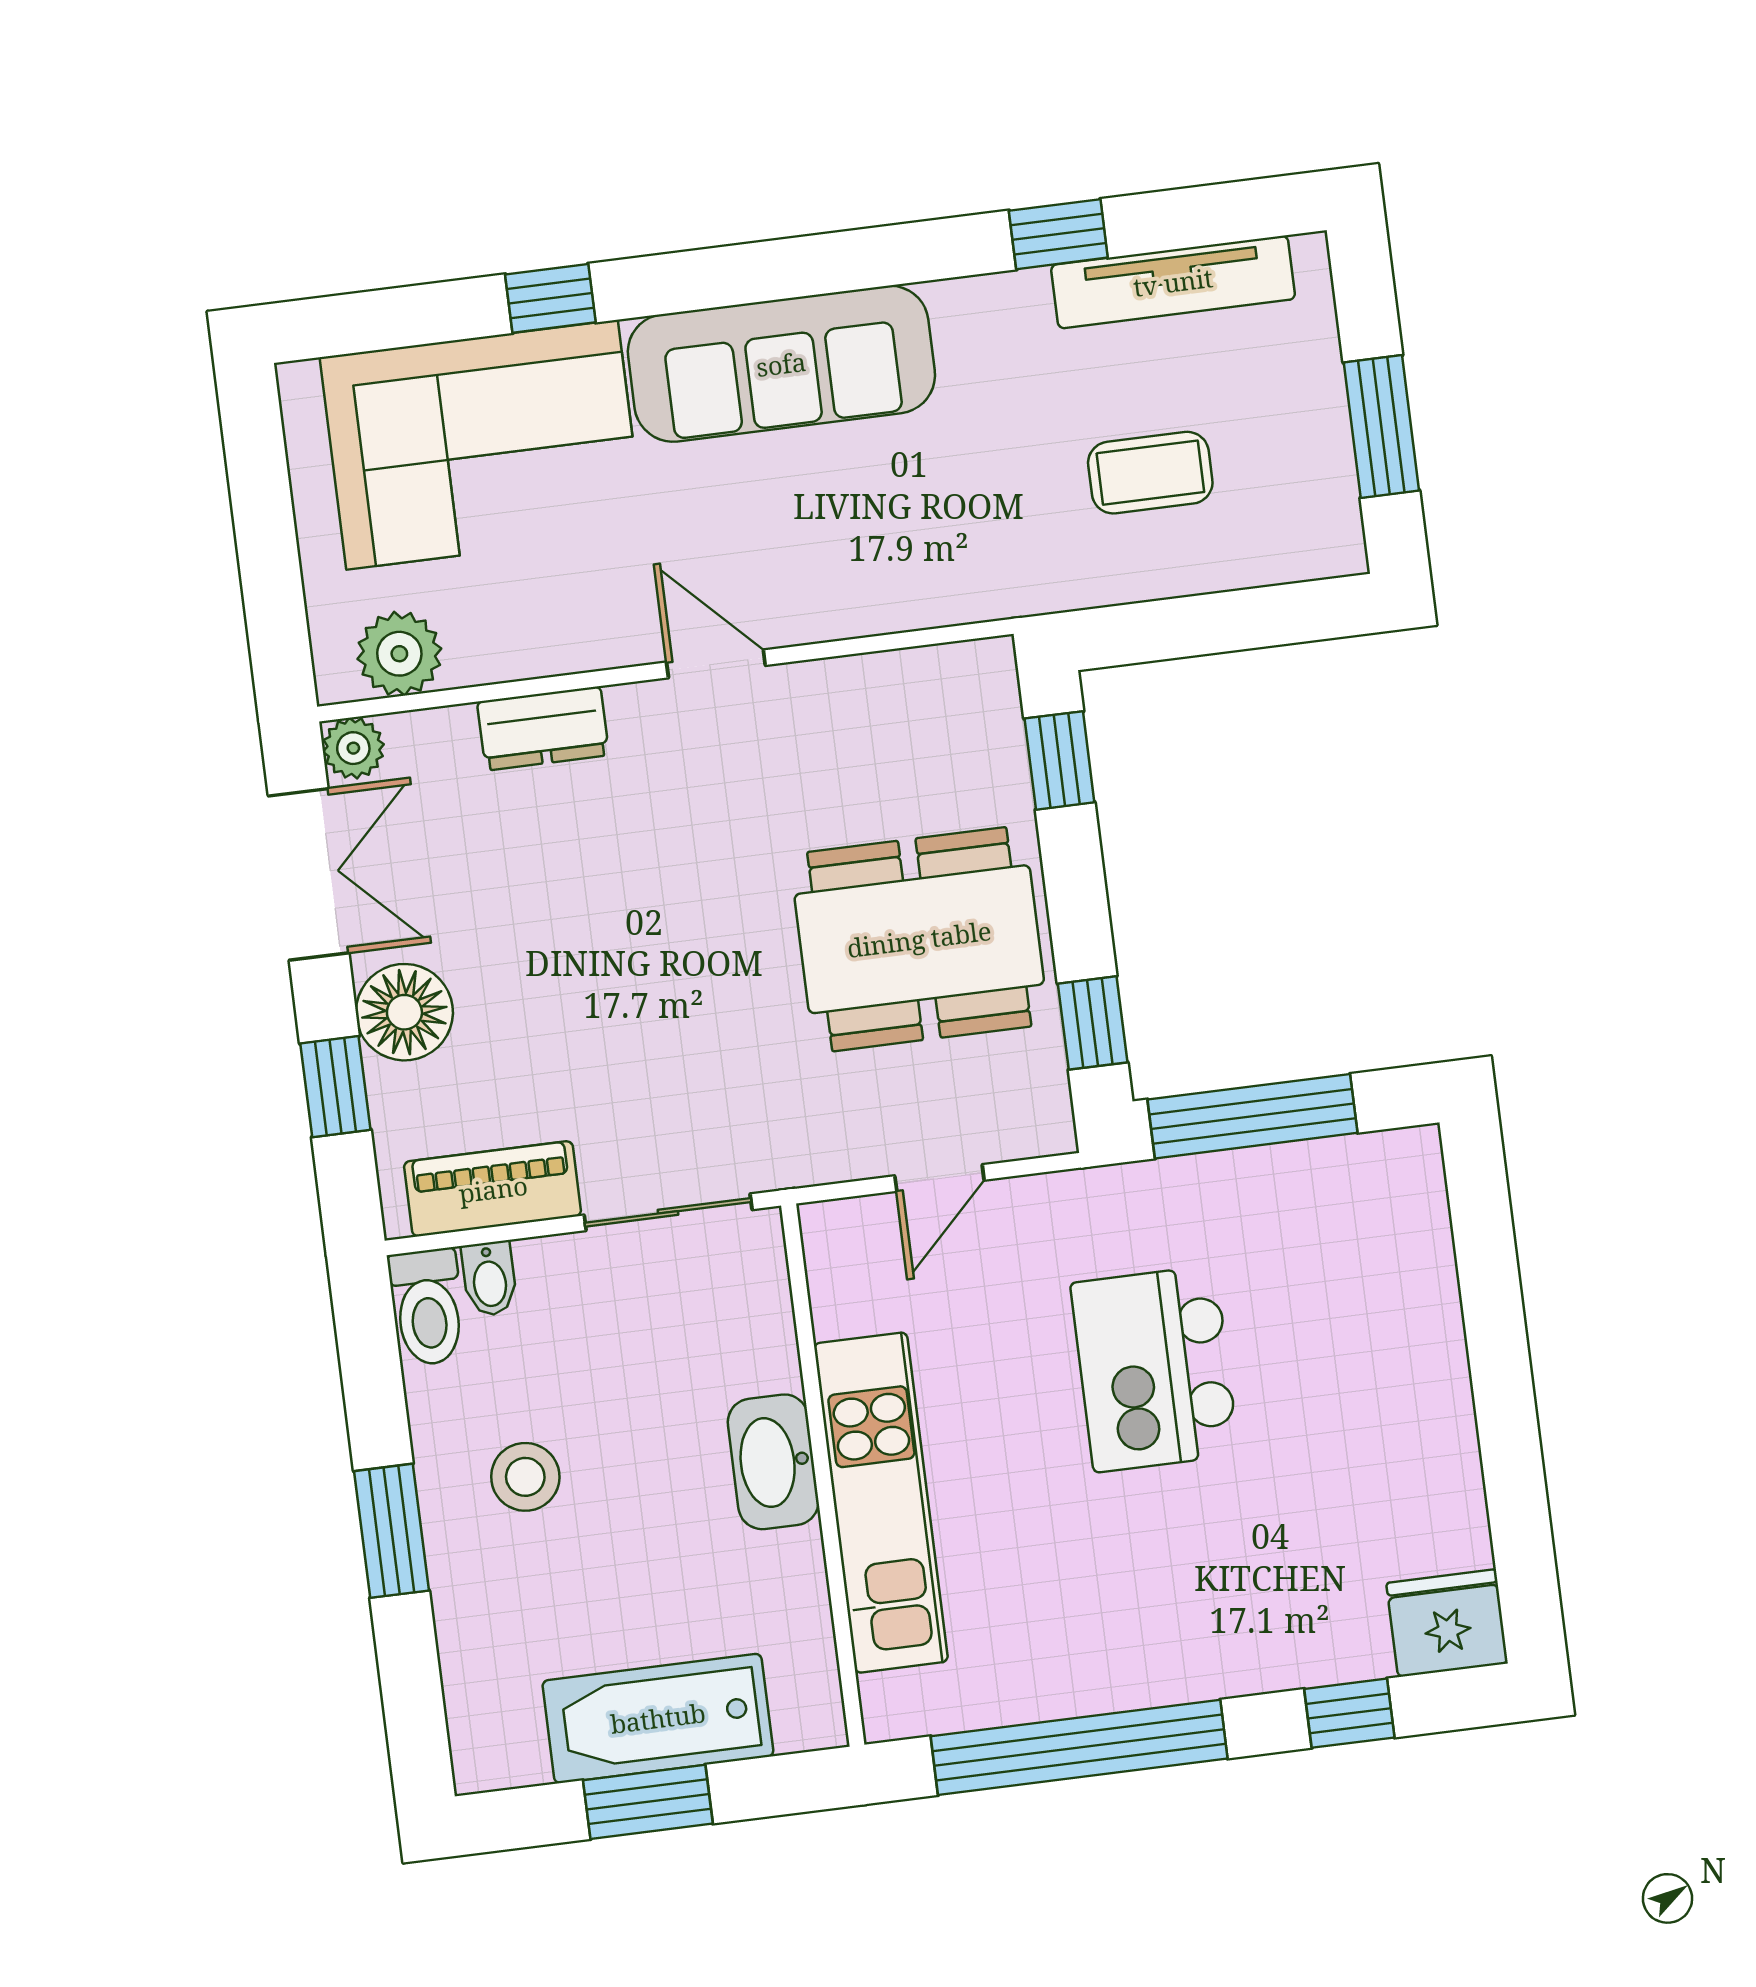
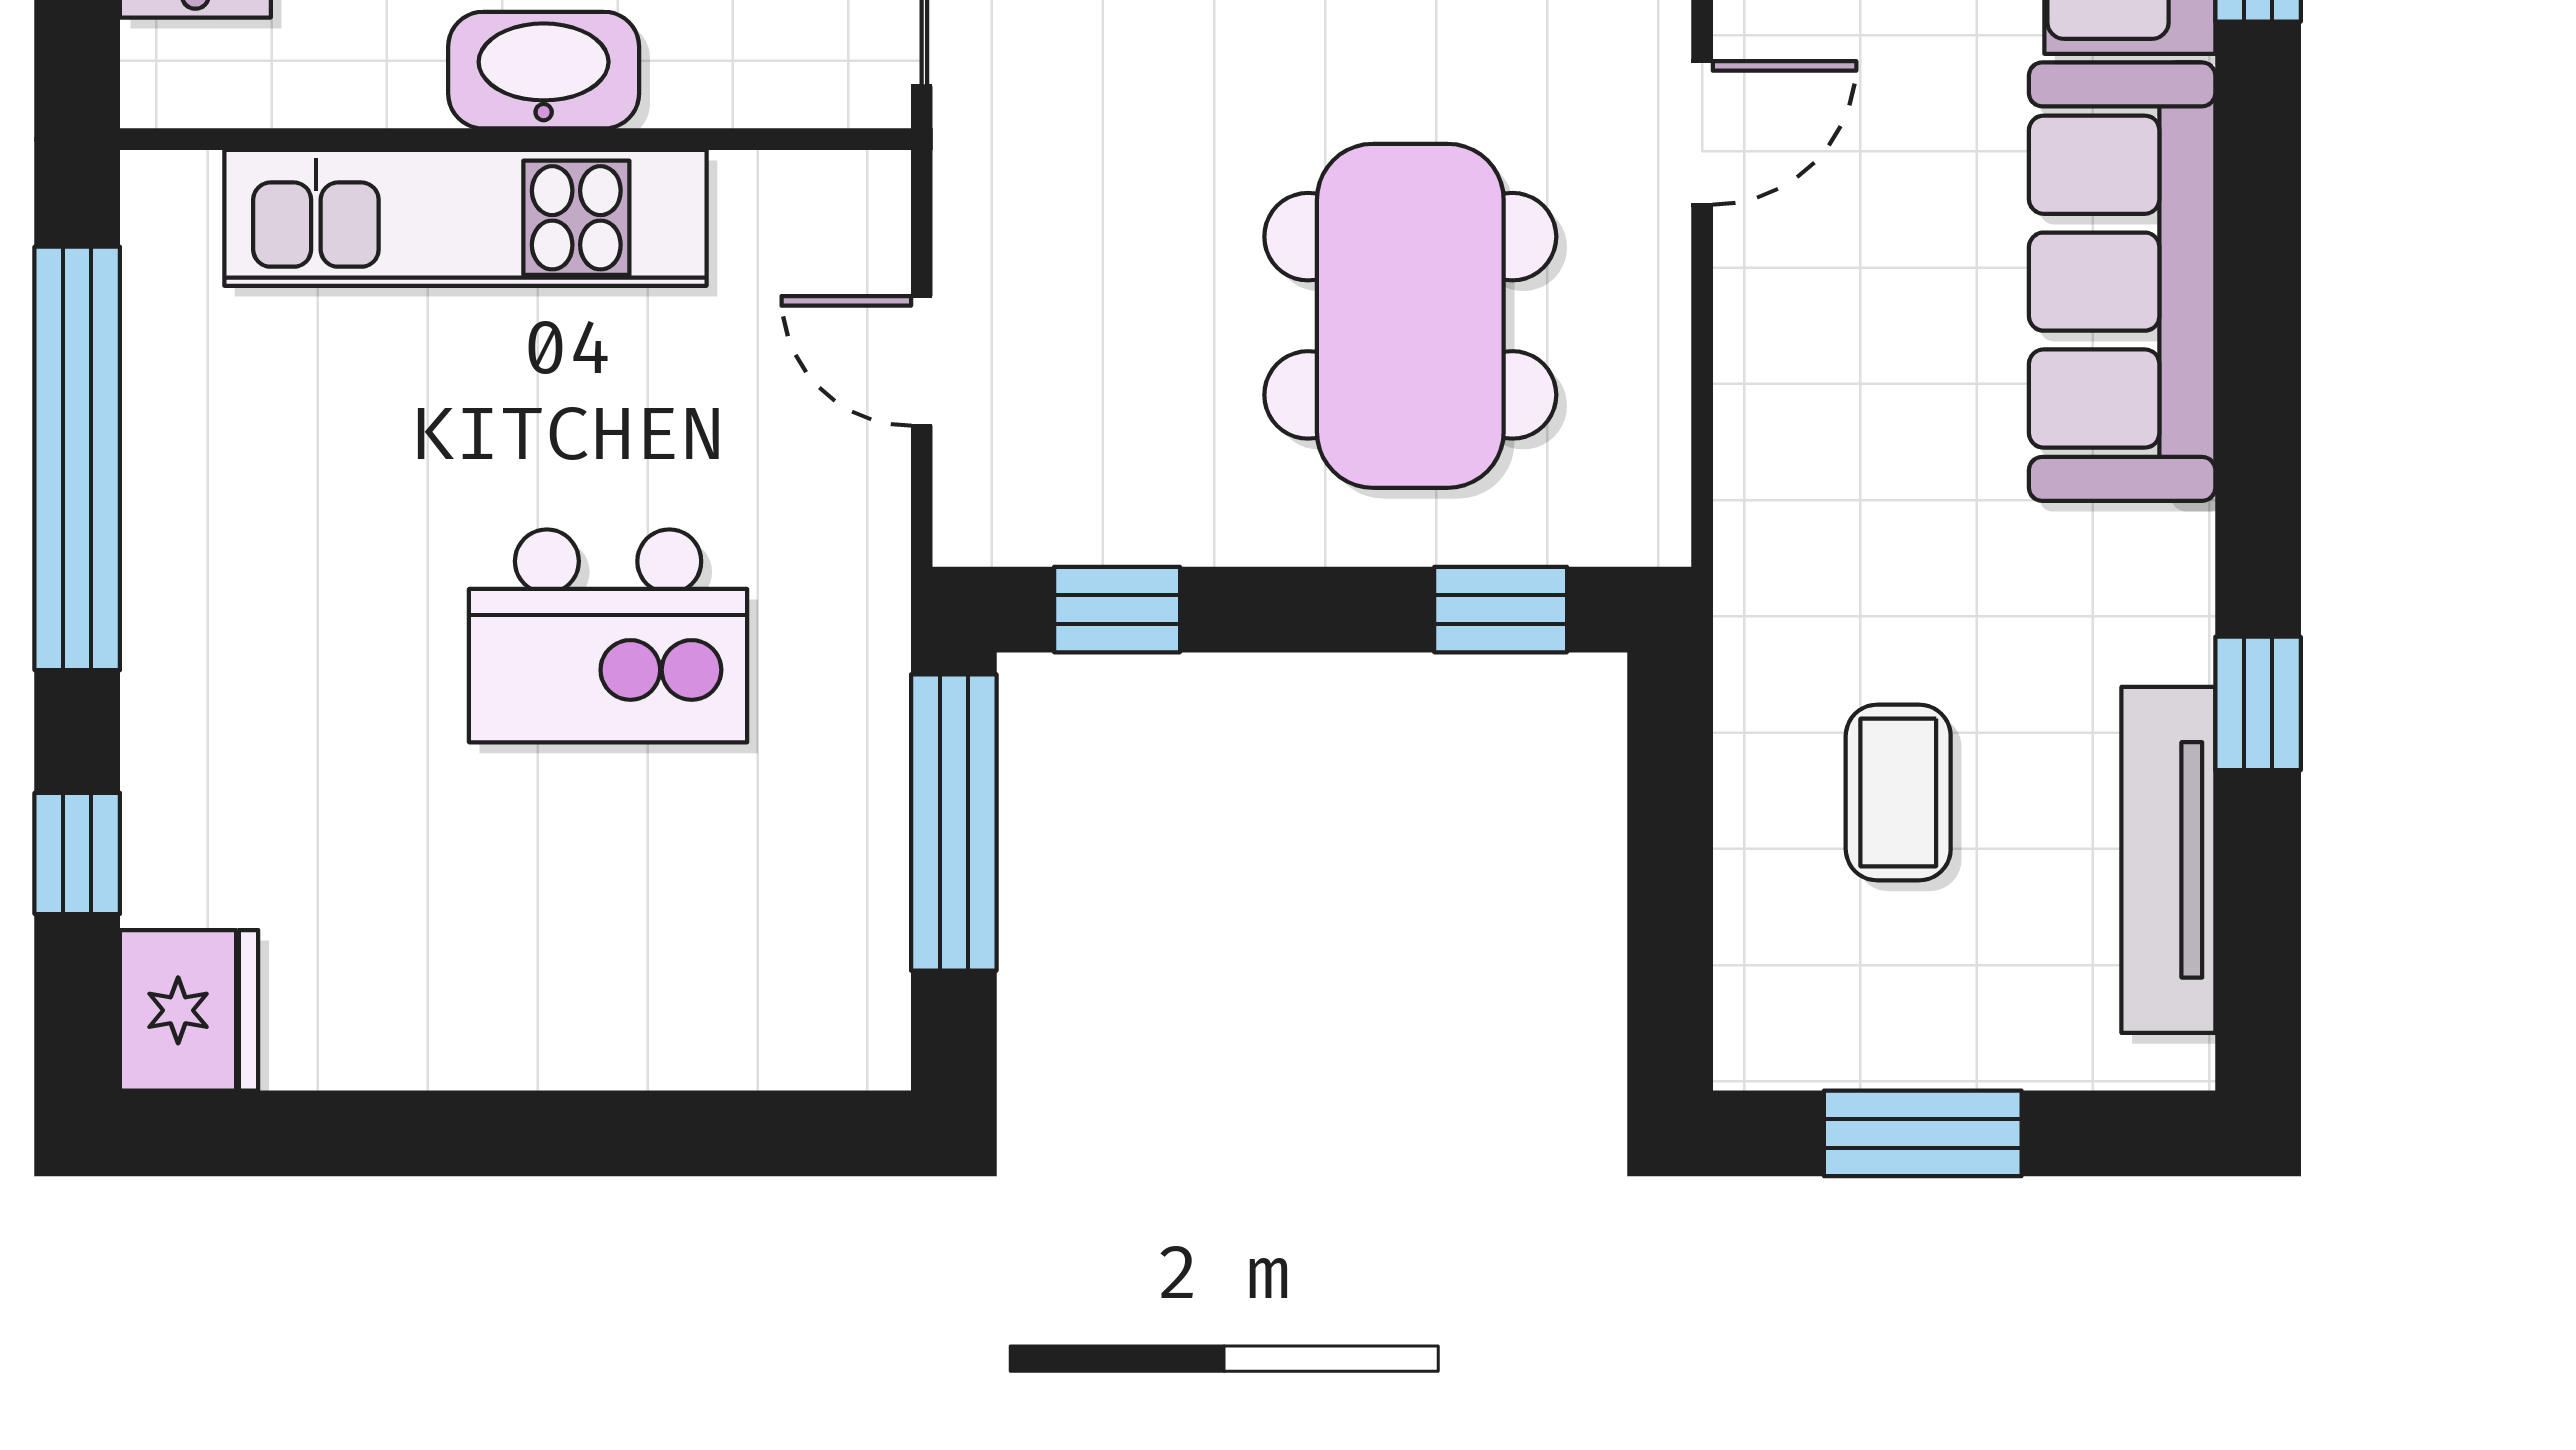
dining table: (919, 939) -> (1410, 316), moved
kitchen island: (1155, 1369) -> (608, 636), turned 180

